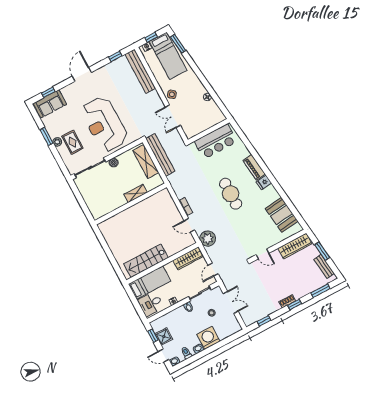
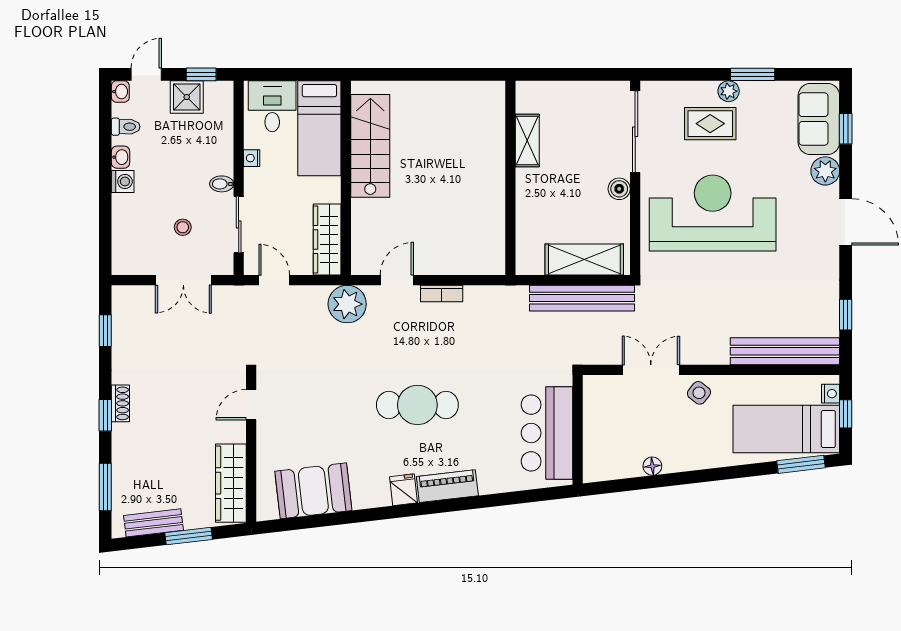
plant: (67, 92) -> (825, 171), added
shelving: (136, 193) -> (527, 141), moved
washing machine: (208, 338) -> (123, 181), width x0.53, depth x0.53

